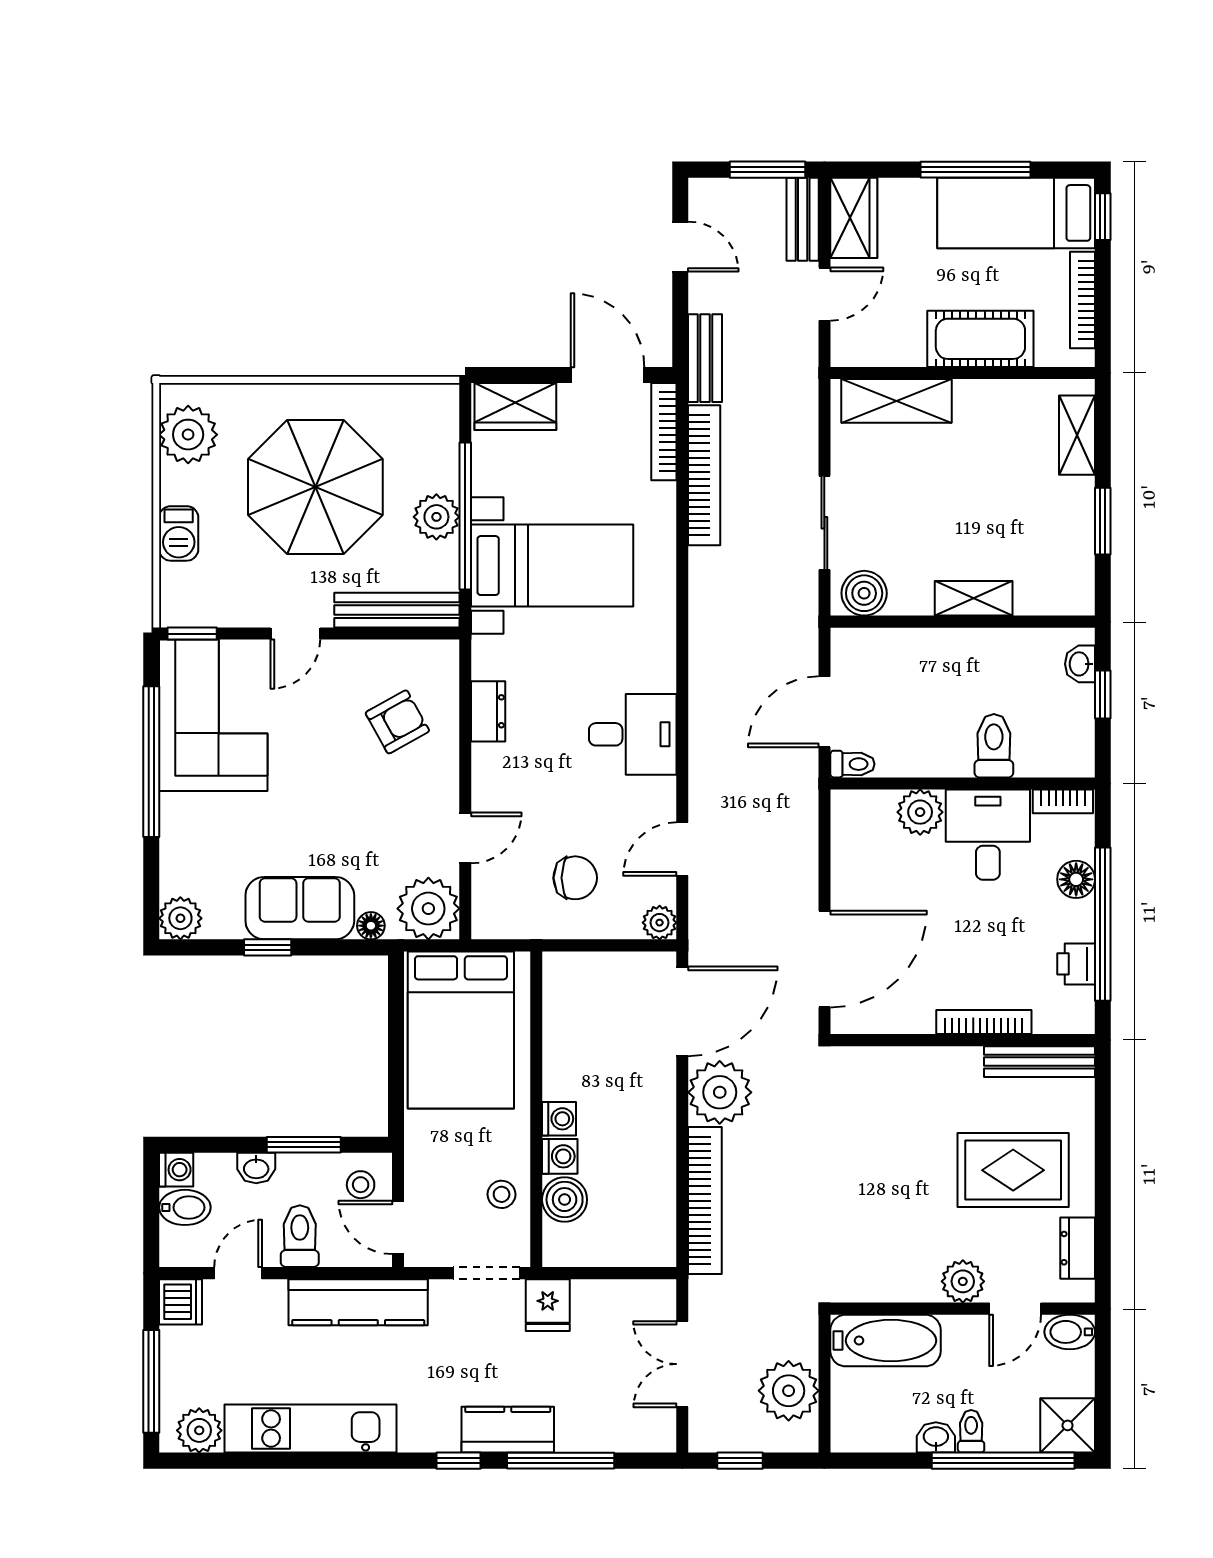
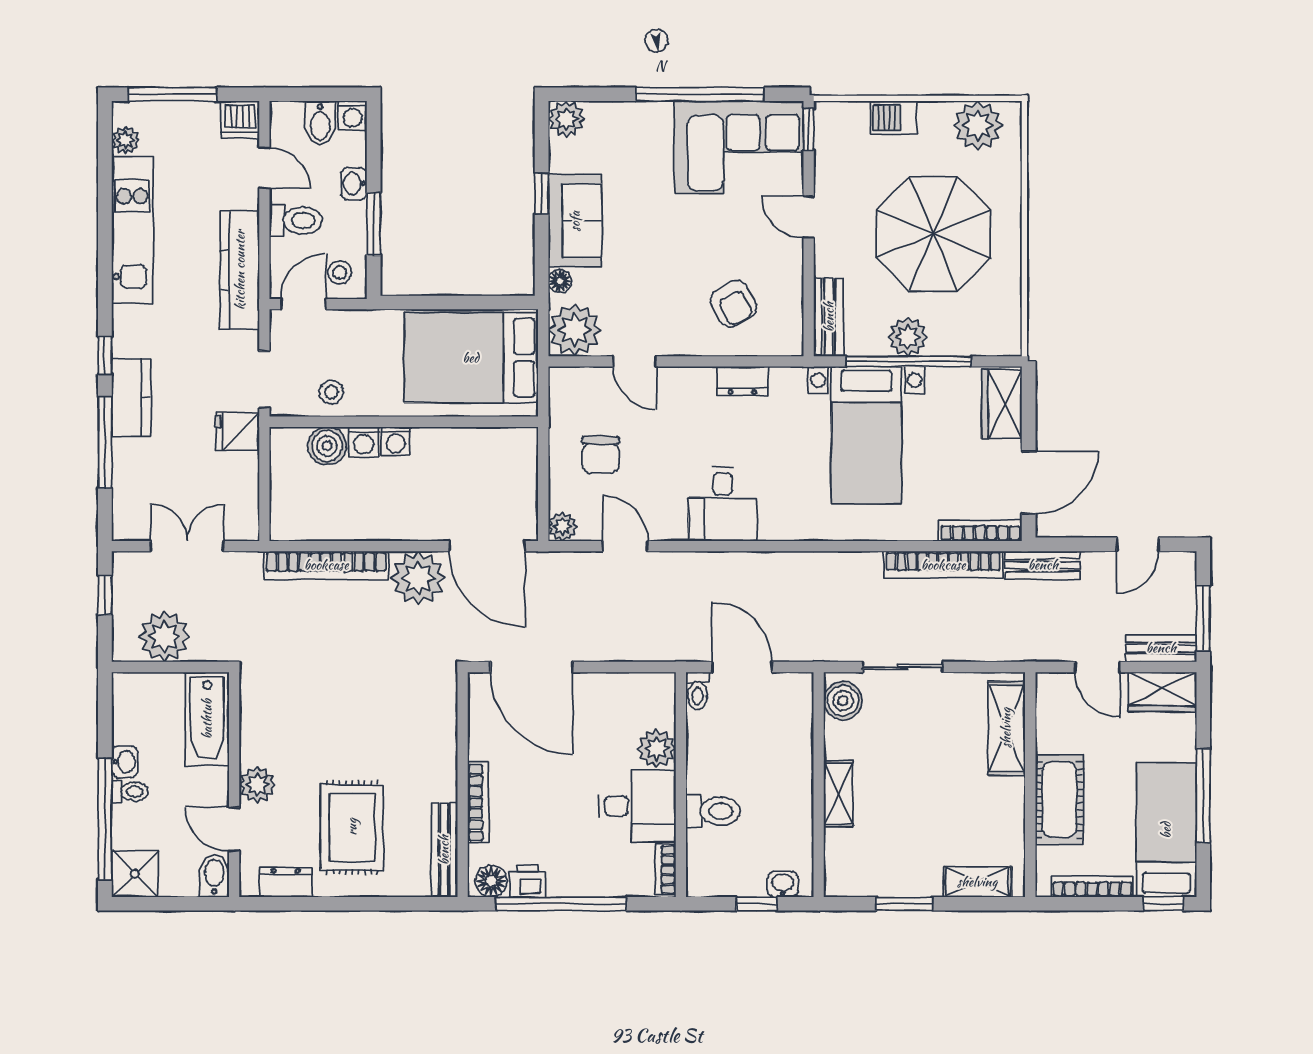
bench: (397, 610) -> (829, 317), width x0.73
floor lamp: (1076, 879) -> (491, 881), moved
plant: (199, 1430) -> (125, 140), width x0.73, depth x0.73

